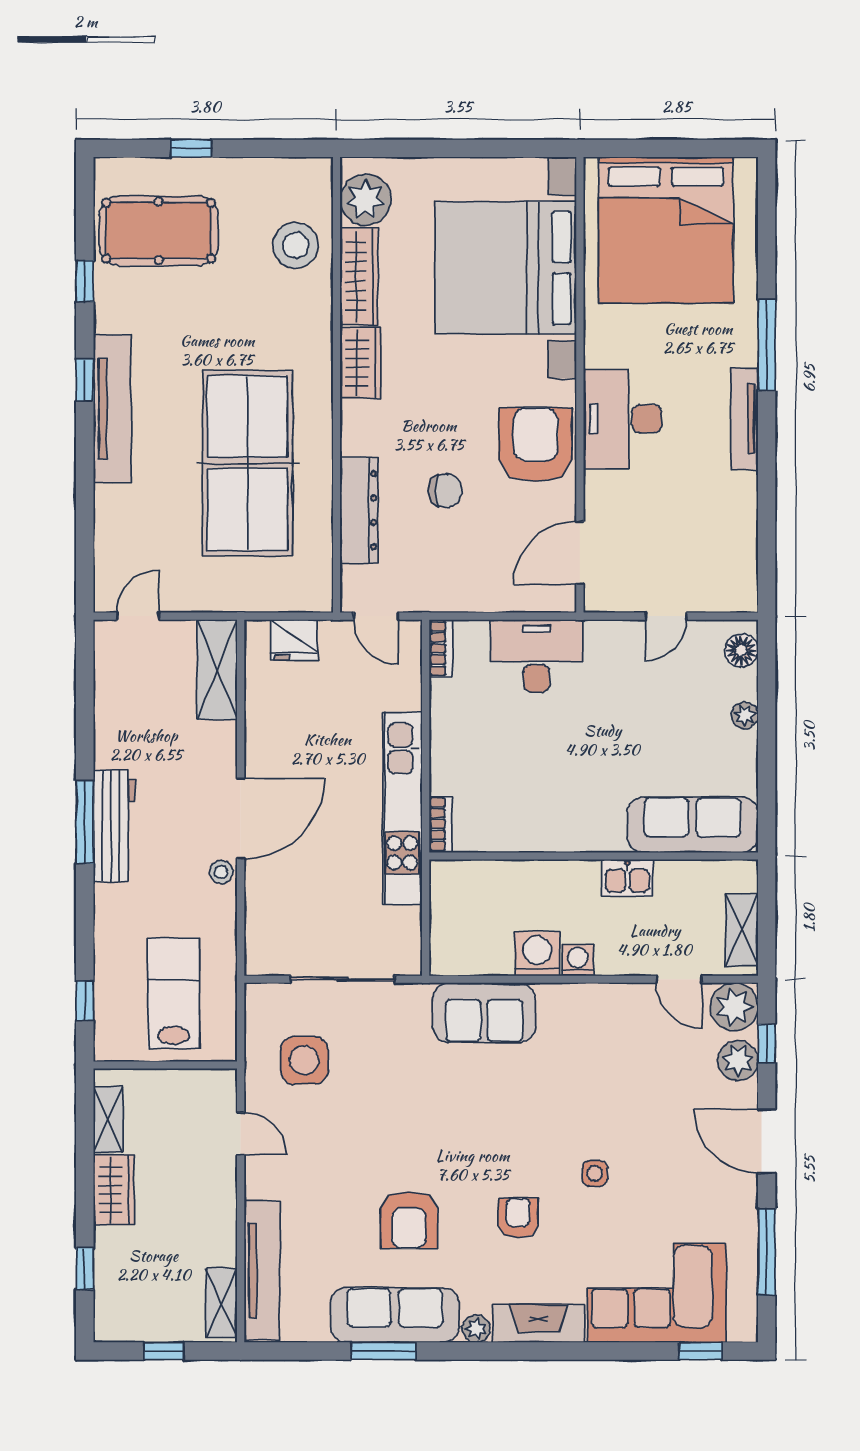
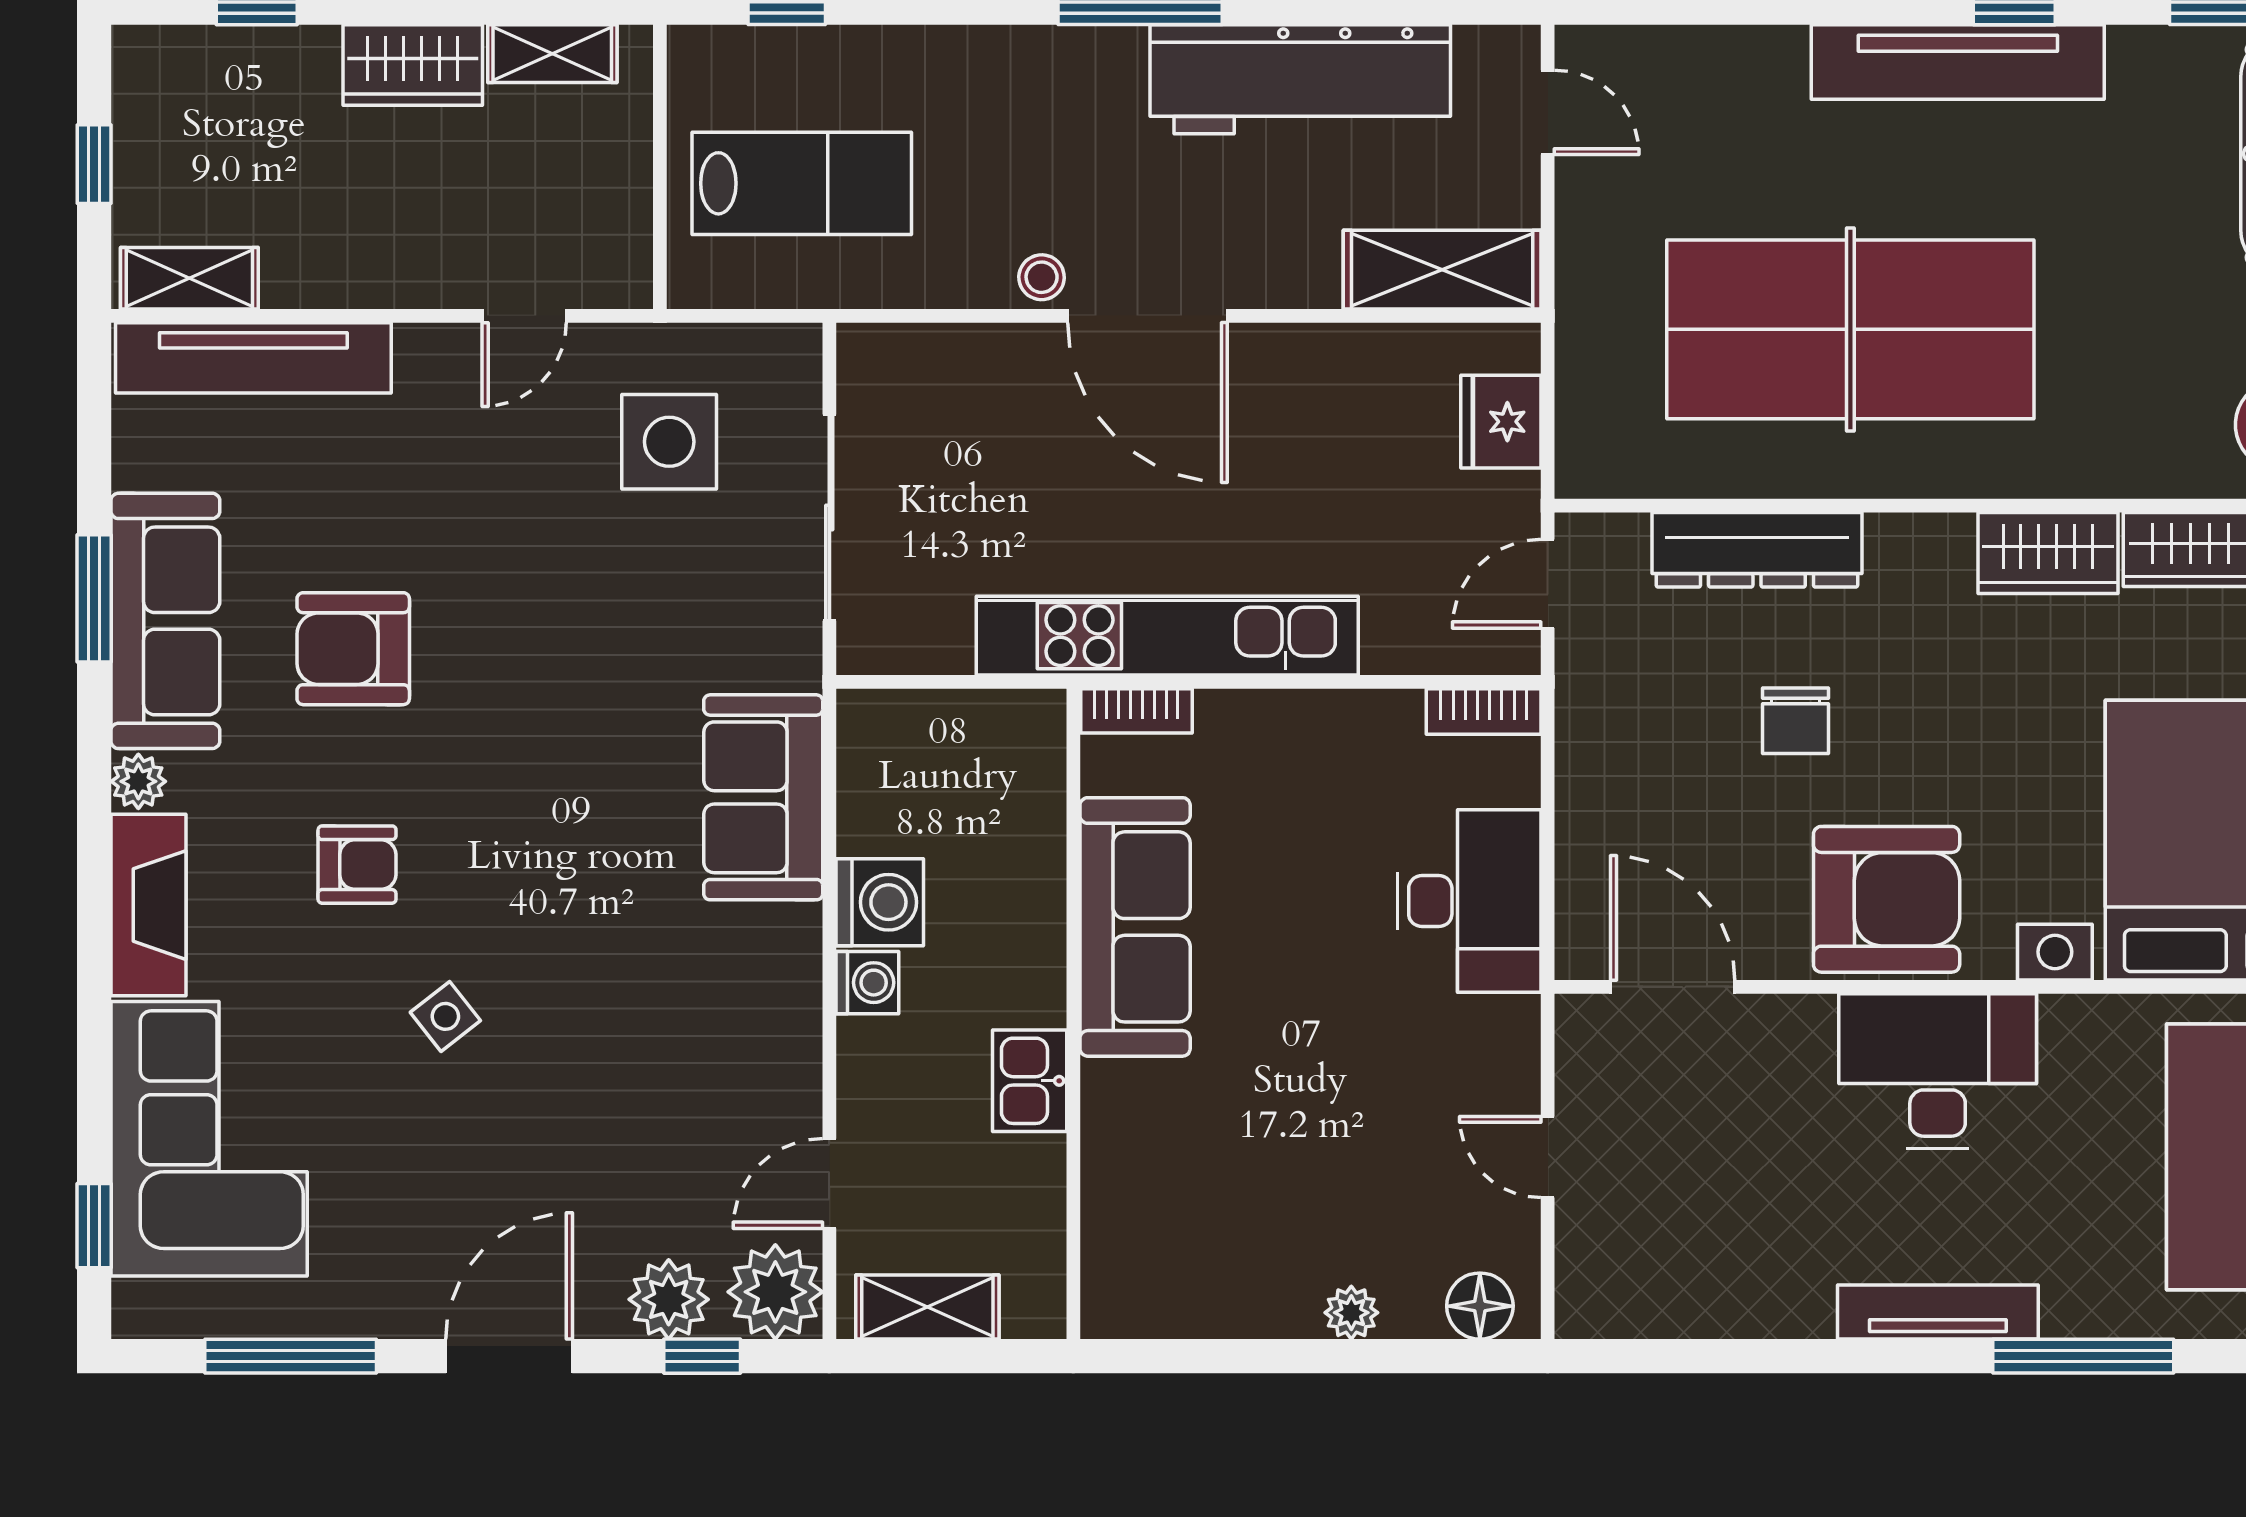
sofa: (692, 825) -> (1135, 927), moved
workbench: (114, 826) -> (1300, 79), moved, width x1.36, depth x1.32
side table: (595, 1173) -> (445, 1016), turned -38

